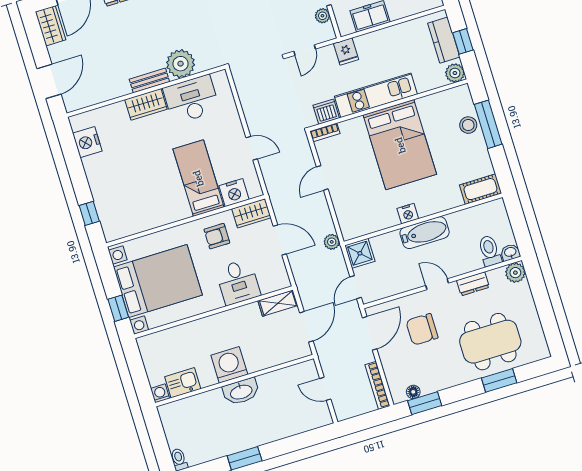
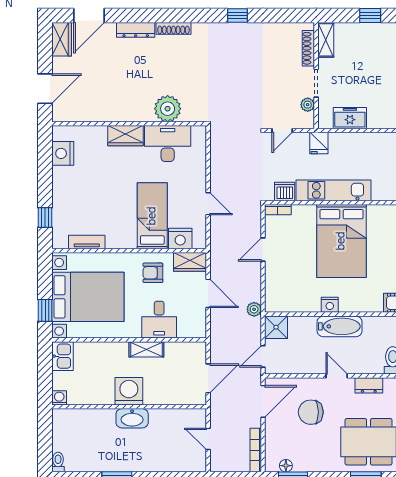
bench: (149, 80) -> (135, 115), removed
tv unit: (140, 225) -> (87, 242), added
shelving: (278, 303) -> (146, 349), moved
kitchen sink: (183, 383) -> (62, 356), moved, turned 90

